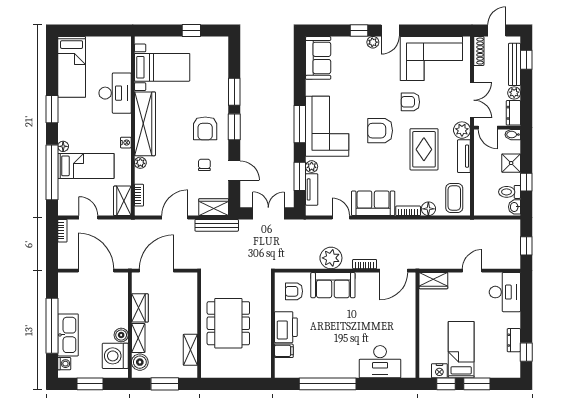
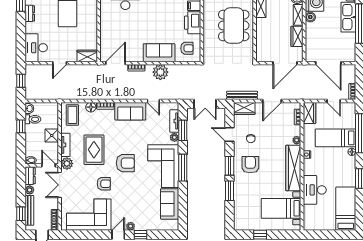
sofa: (318, 58) -> (170, 204), moved
shower: (511, 163) -> (52, 135), moved

